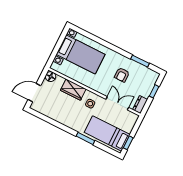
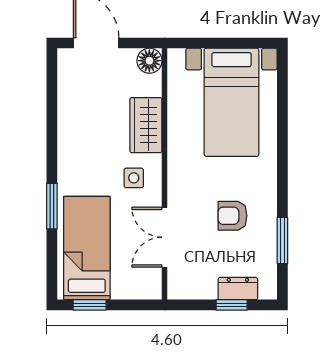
double door: (117, 103) -> (165, 237), swing flipped
dresser: (140, 105) -> (238, 289), moved

